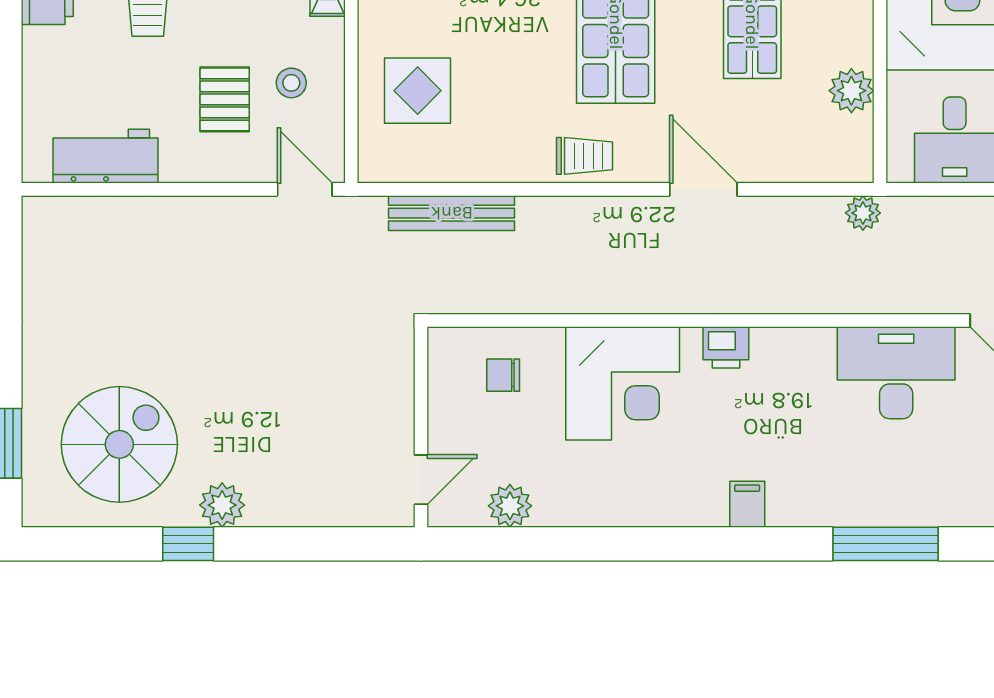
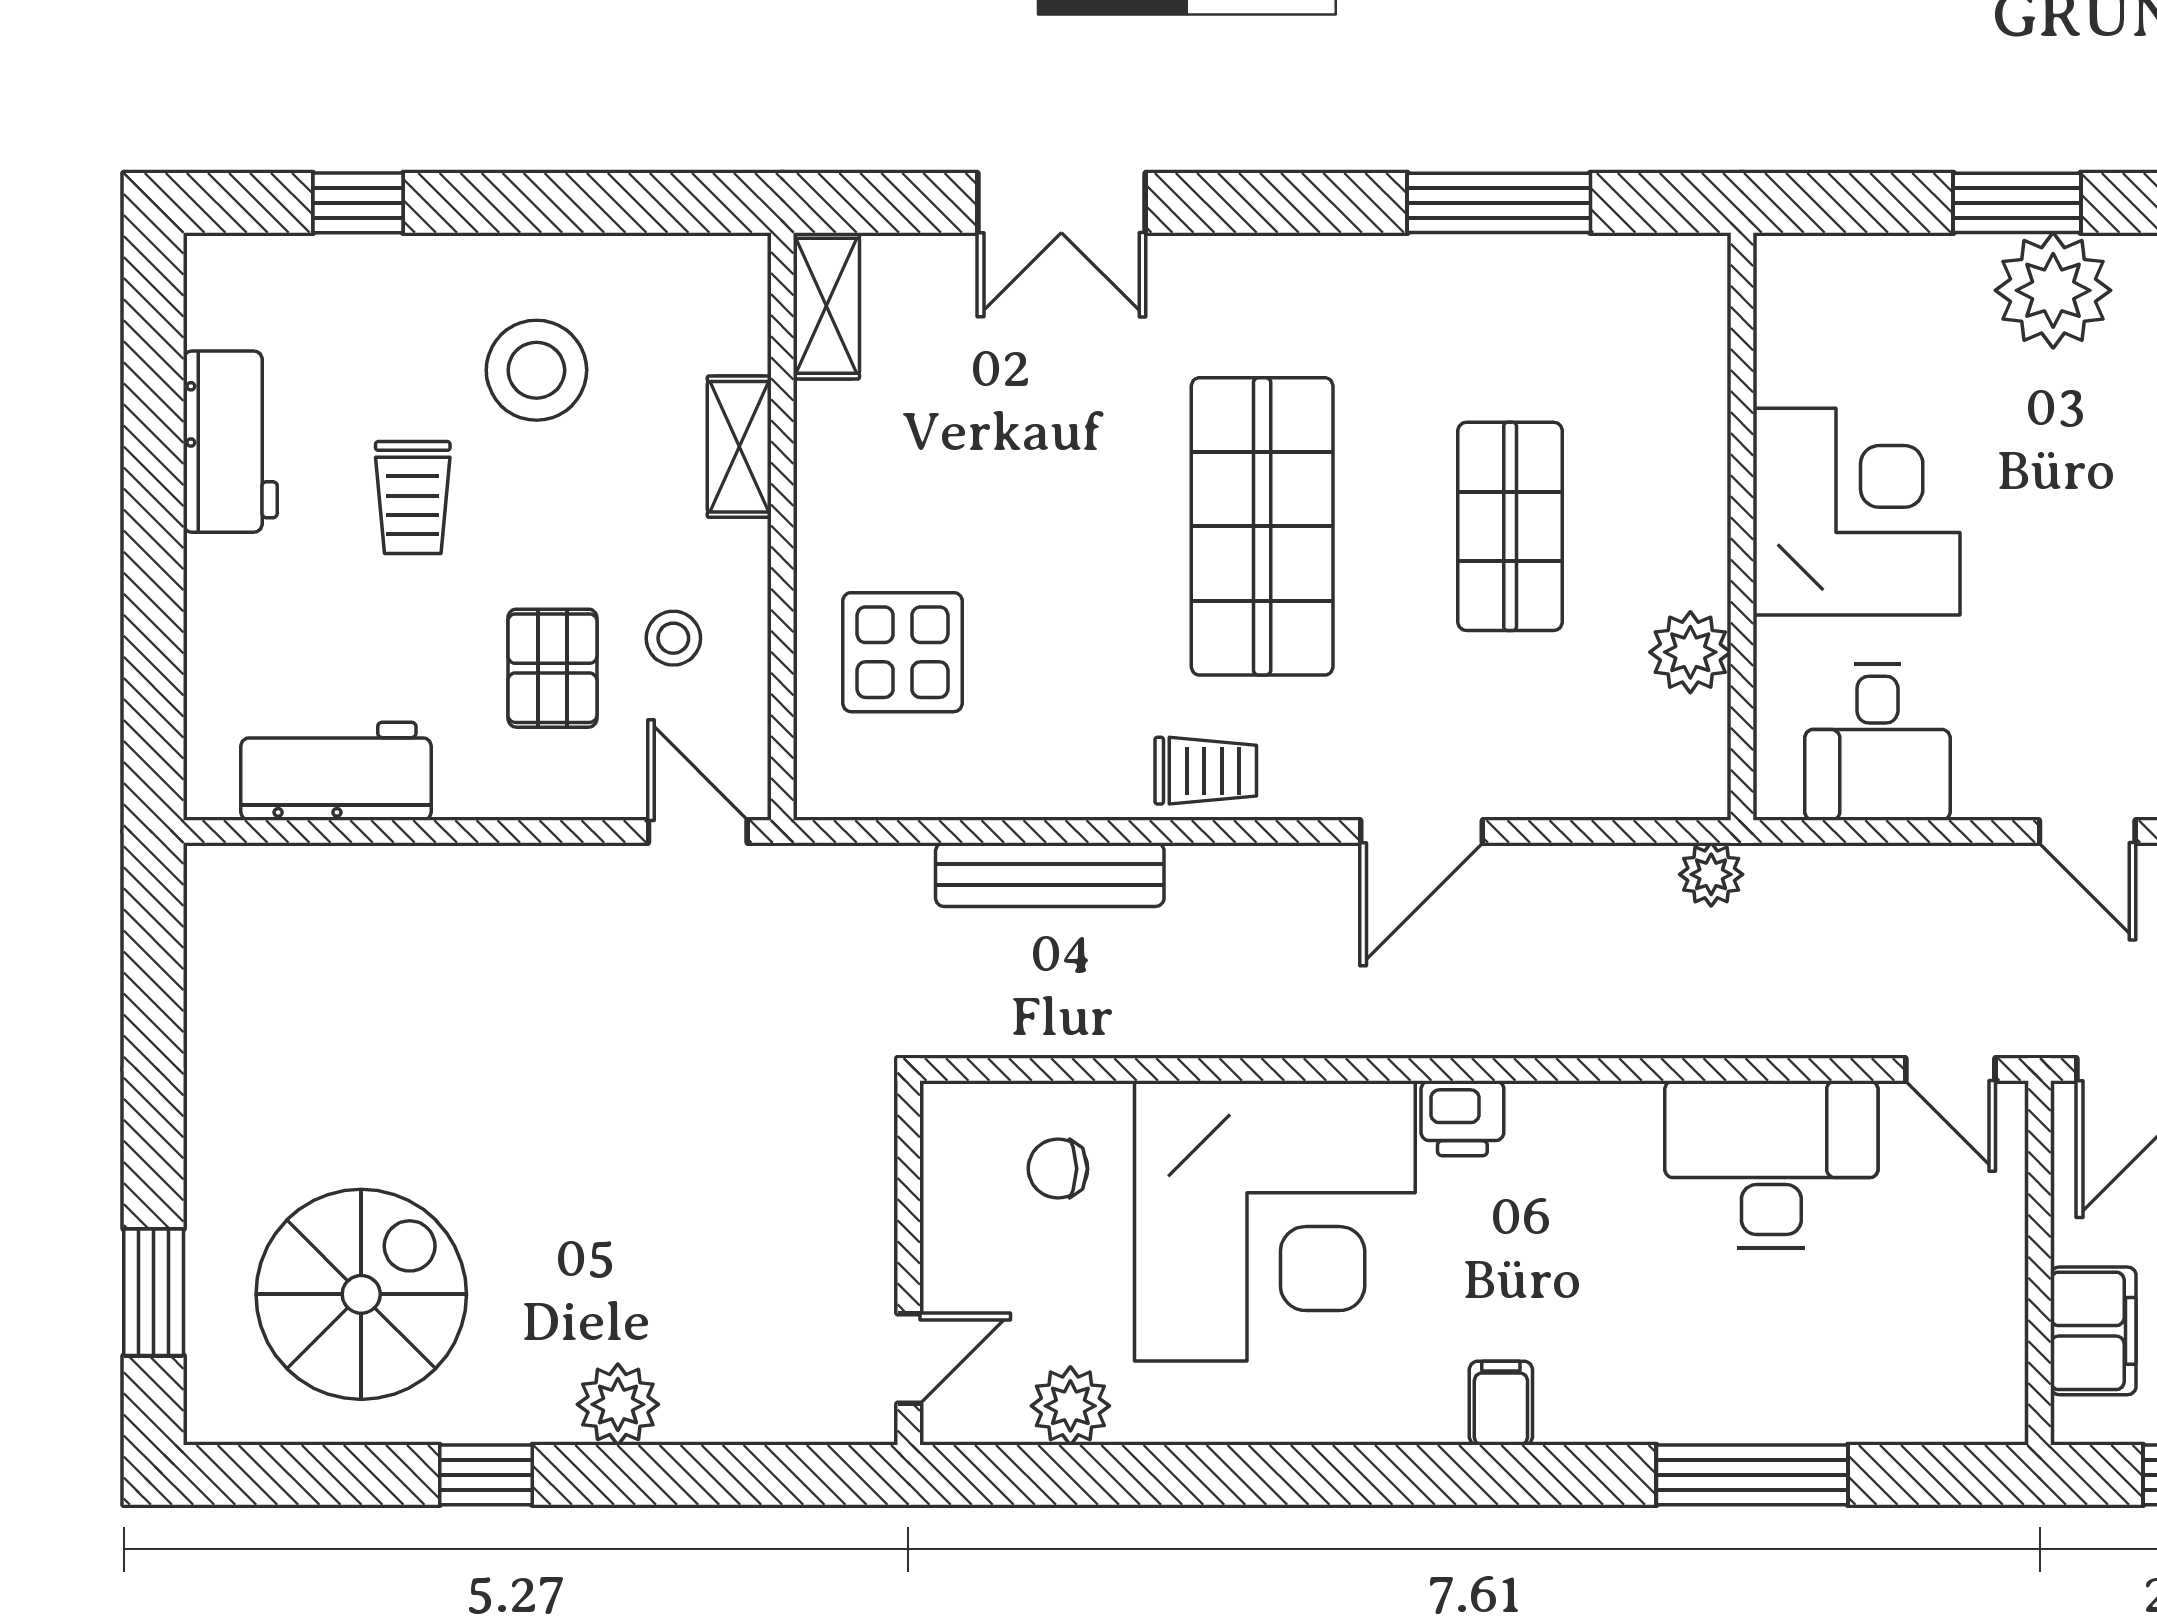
door: (703, 189) -> (1421, 831), swing flipped
bench: (452, 213) -> (1050, 875), moved
corner desk: (623, 383) -> (1275, 1221), width x1.36, depth x1.36
plant: (222, 505) -> (618, 1404), moved

